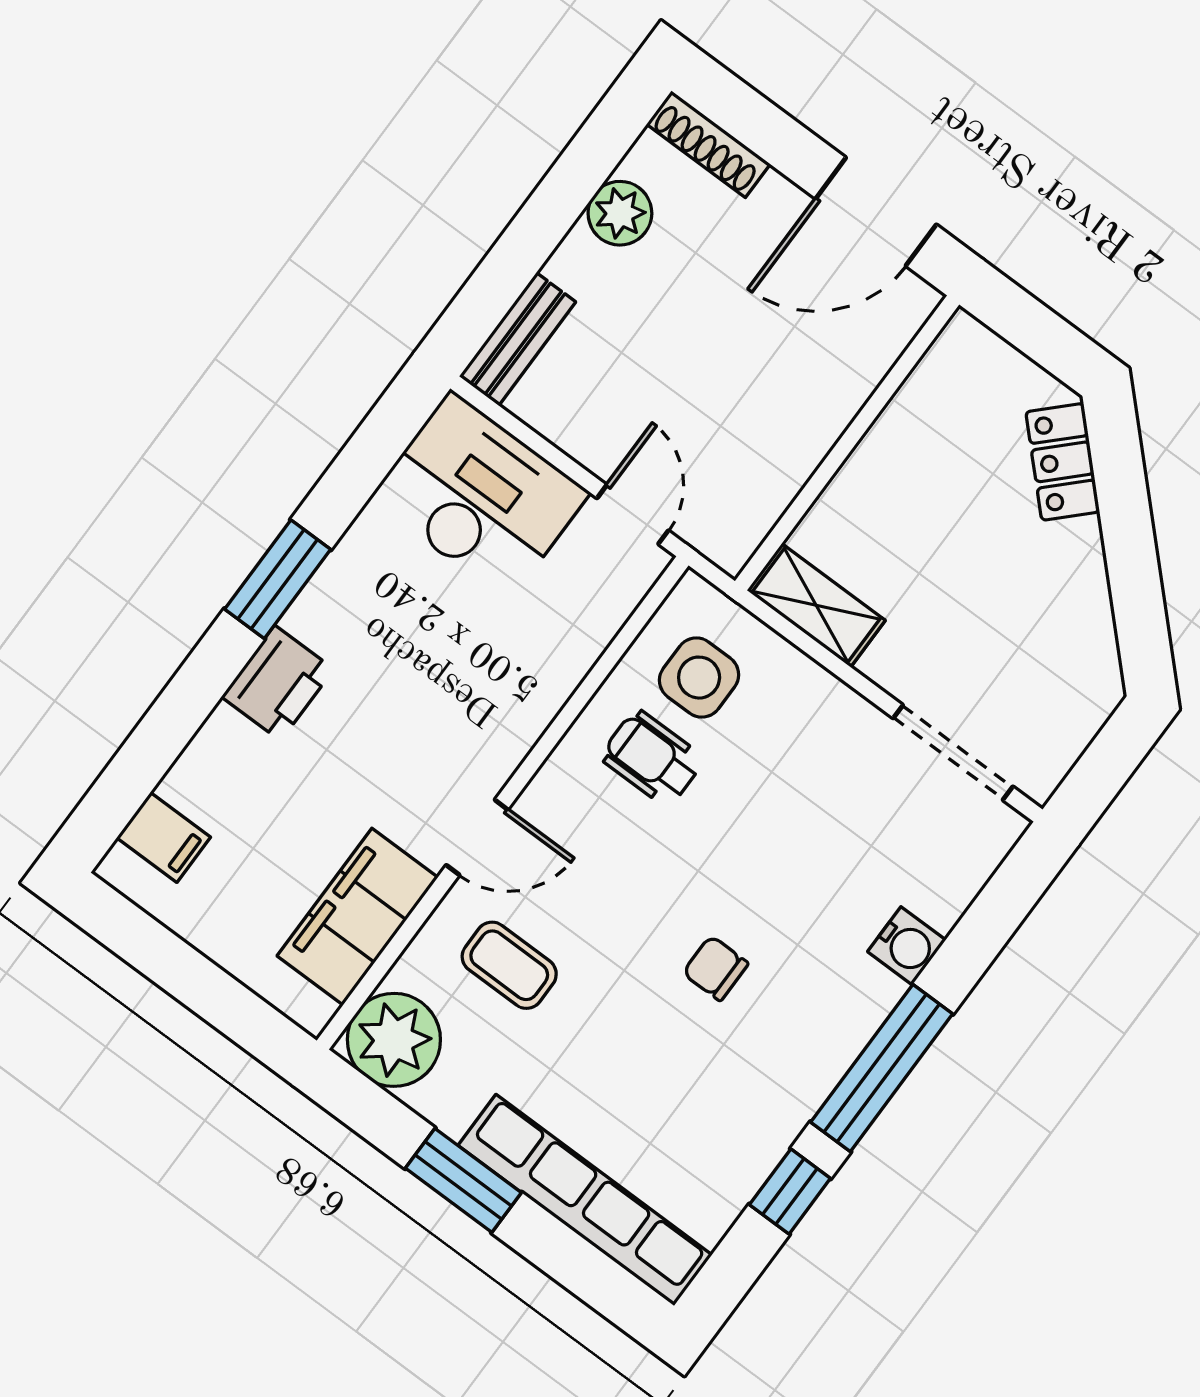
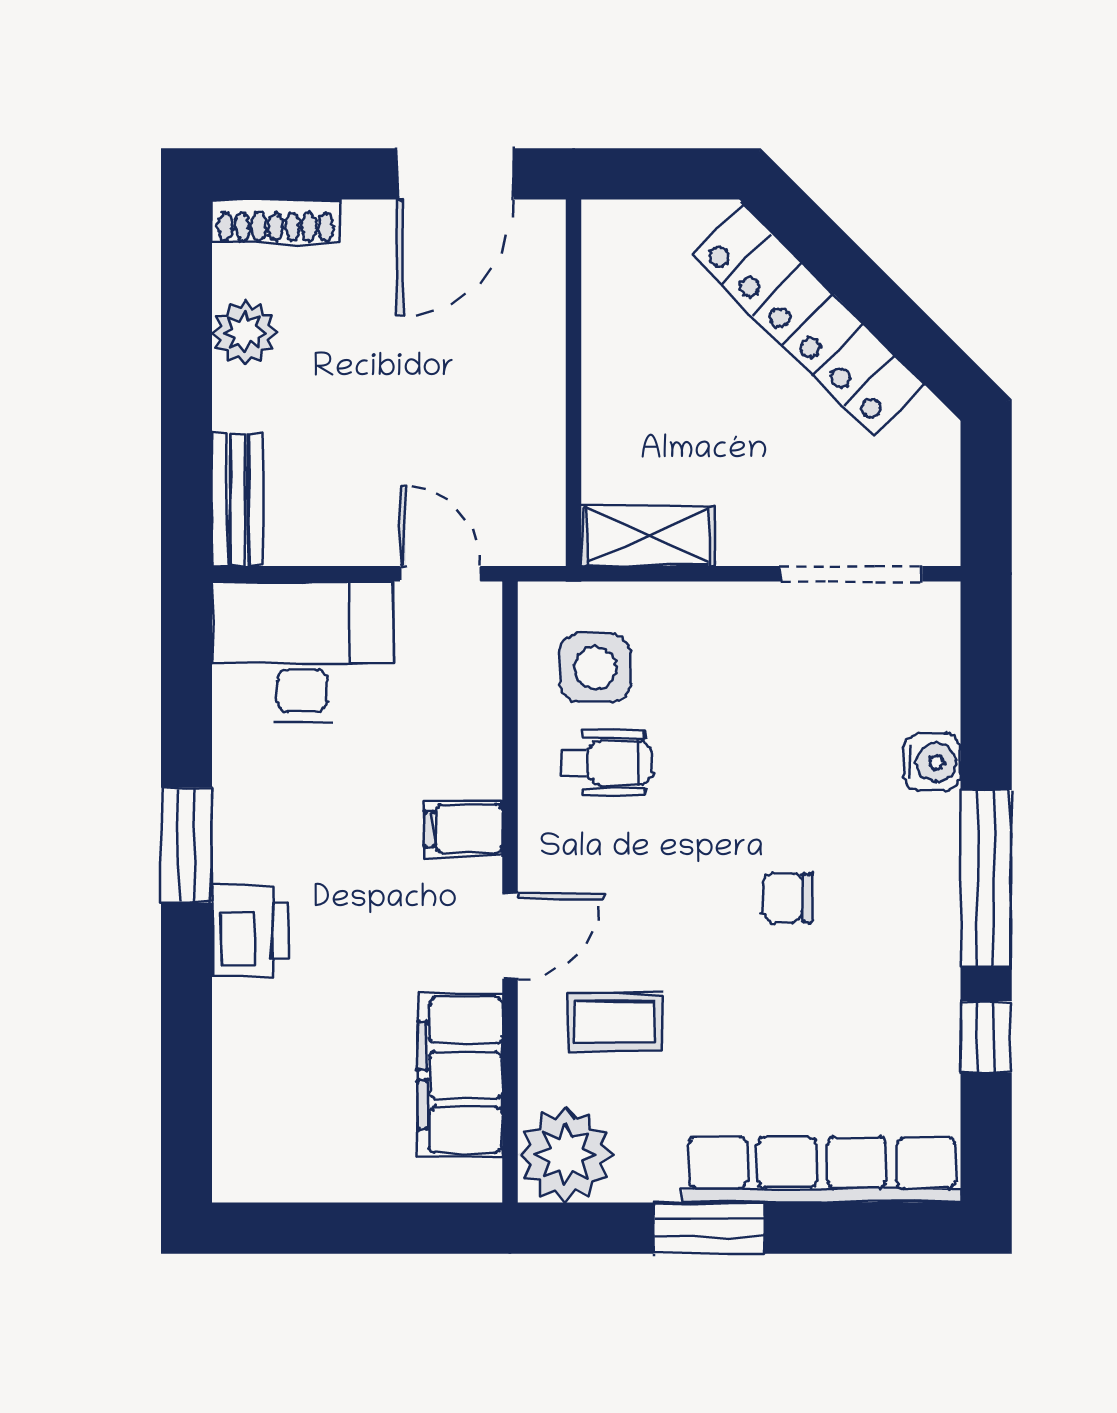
locker: (1063, 462) -> (808, 320), width x2.16, depth x1.21
wheelchair: (652, 758) -> (606, 763), turned 180
filing cabinet: (164, 837) -> (463, 829), moved, turned 180

